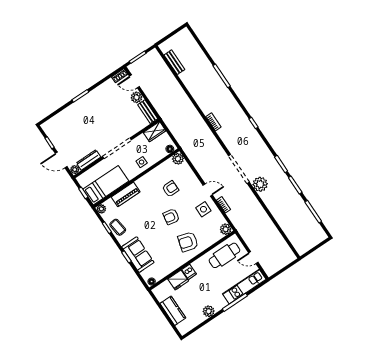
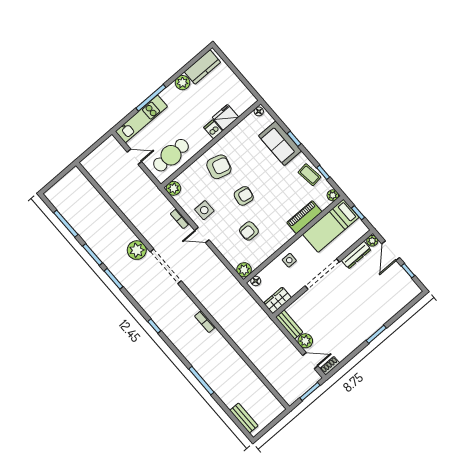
bench: (174, 62) -> (244, 418), moved
door: (61, 160) -> (391, 251), swing flipped
kitchen counter: (173, 311) -> (202, 67), moved, turned -90

